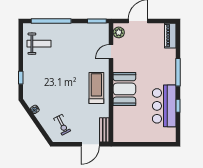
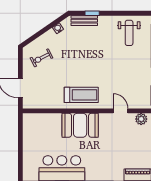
bench: (104, 130) -> (84, 21), moved

